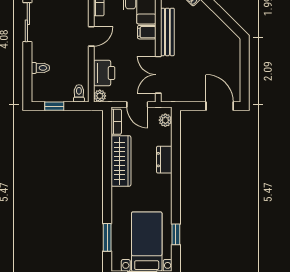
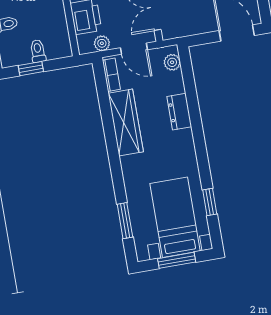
toilet: (79, 93) -> (38, 51), moved
plant: (100, 96) -> (102, 43), moved

